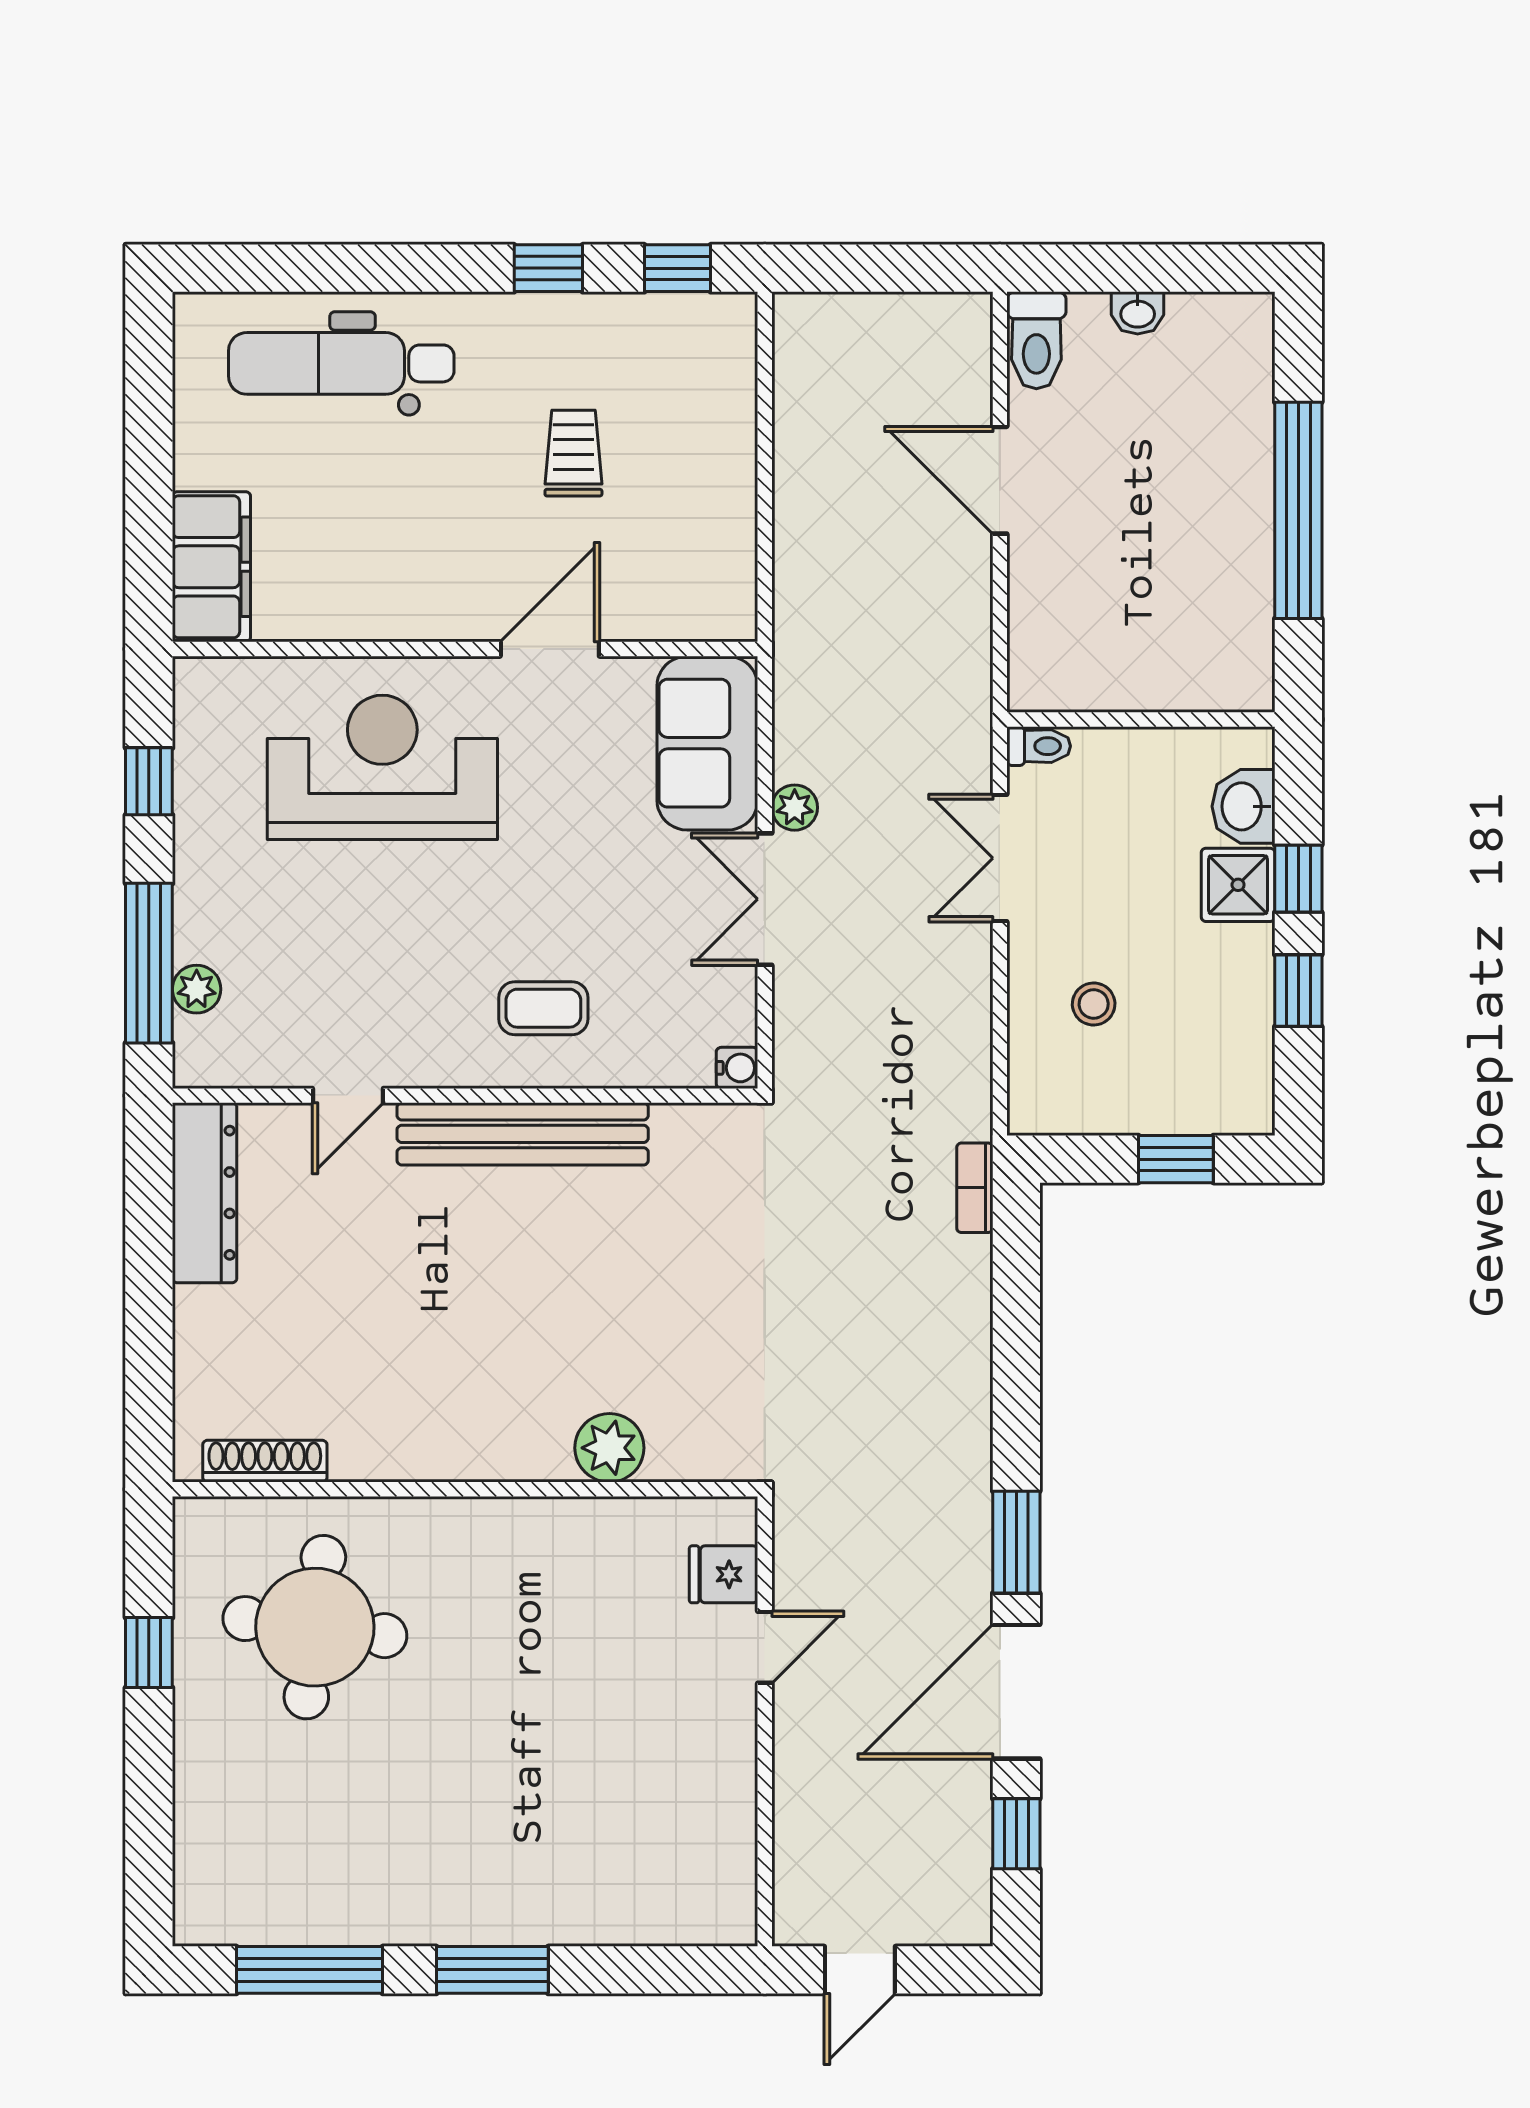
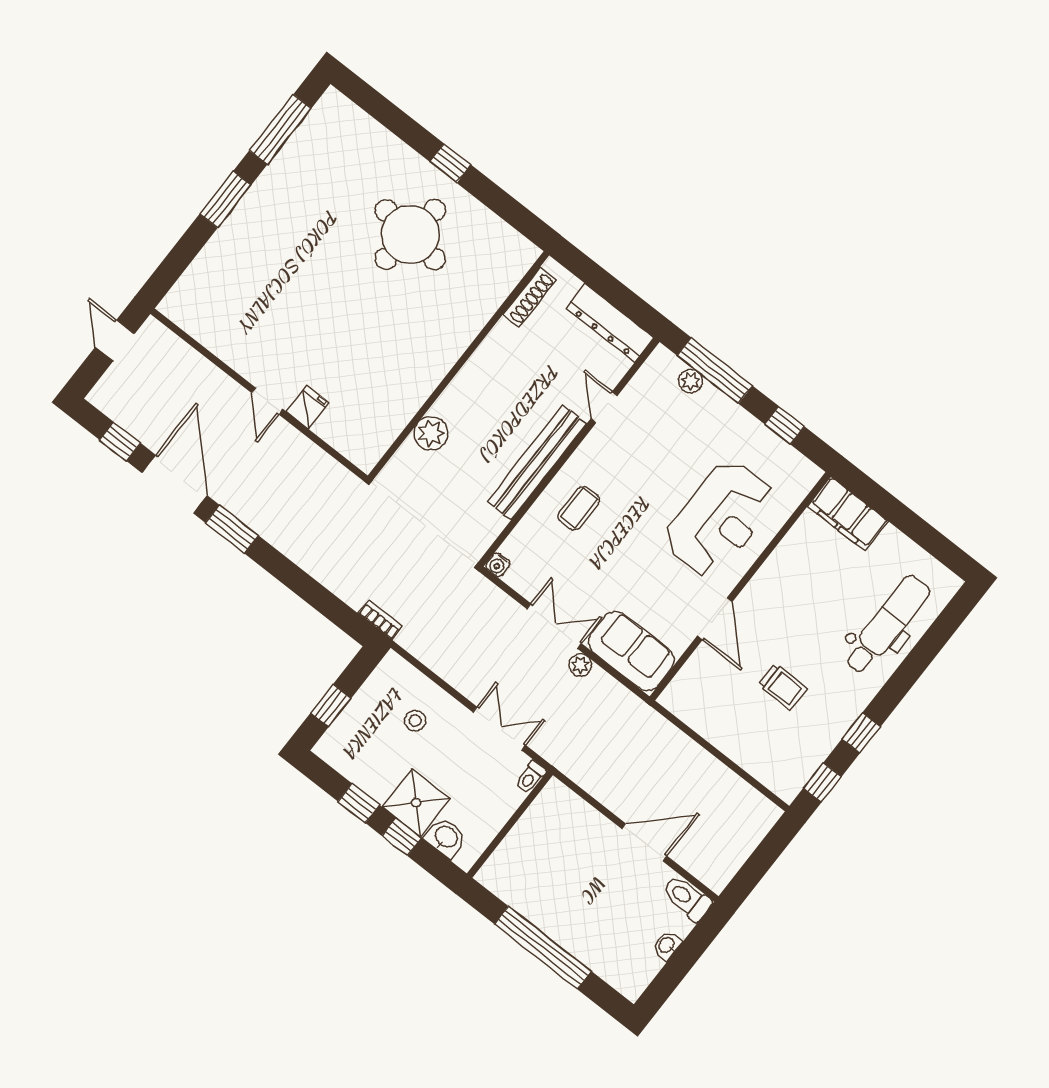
shower: (1238, 885) -> (416, 803), width x1.36, depth x1.36
plant: (609, 1448) -> (431, 433), moved
shoe rack: (265, 1461) -> (529, 297), moved
wall: (465, 1489) -> (458, 365), moved

